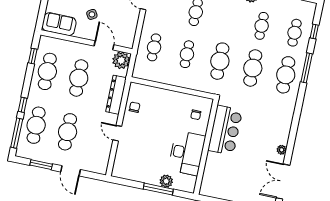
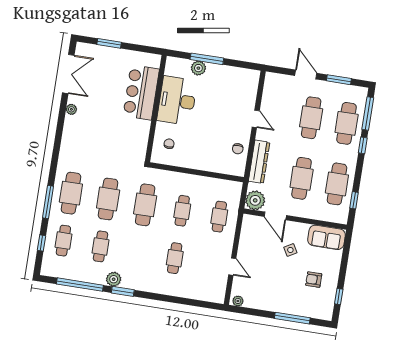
bar counter: (225, 130) -> (141, 92), moved

